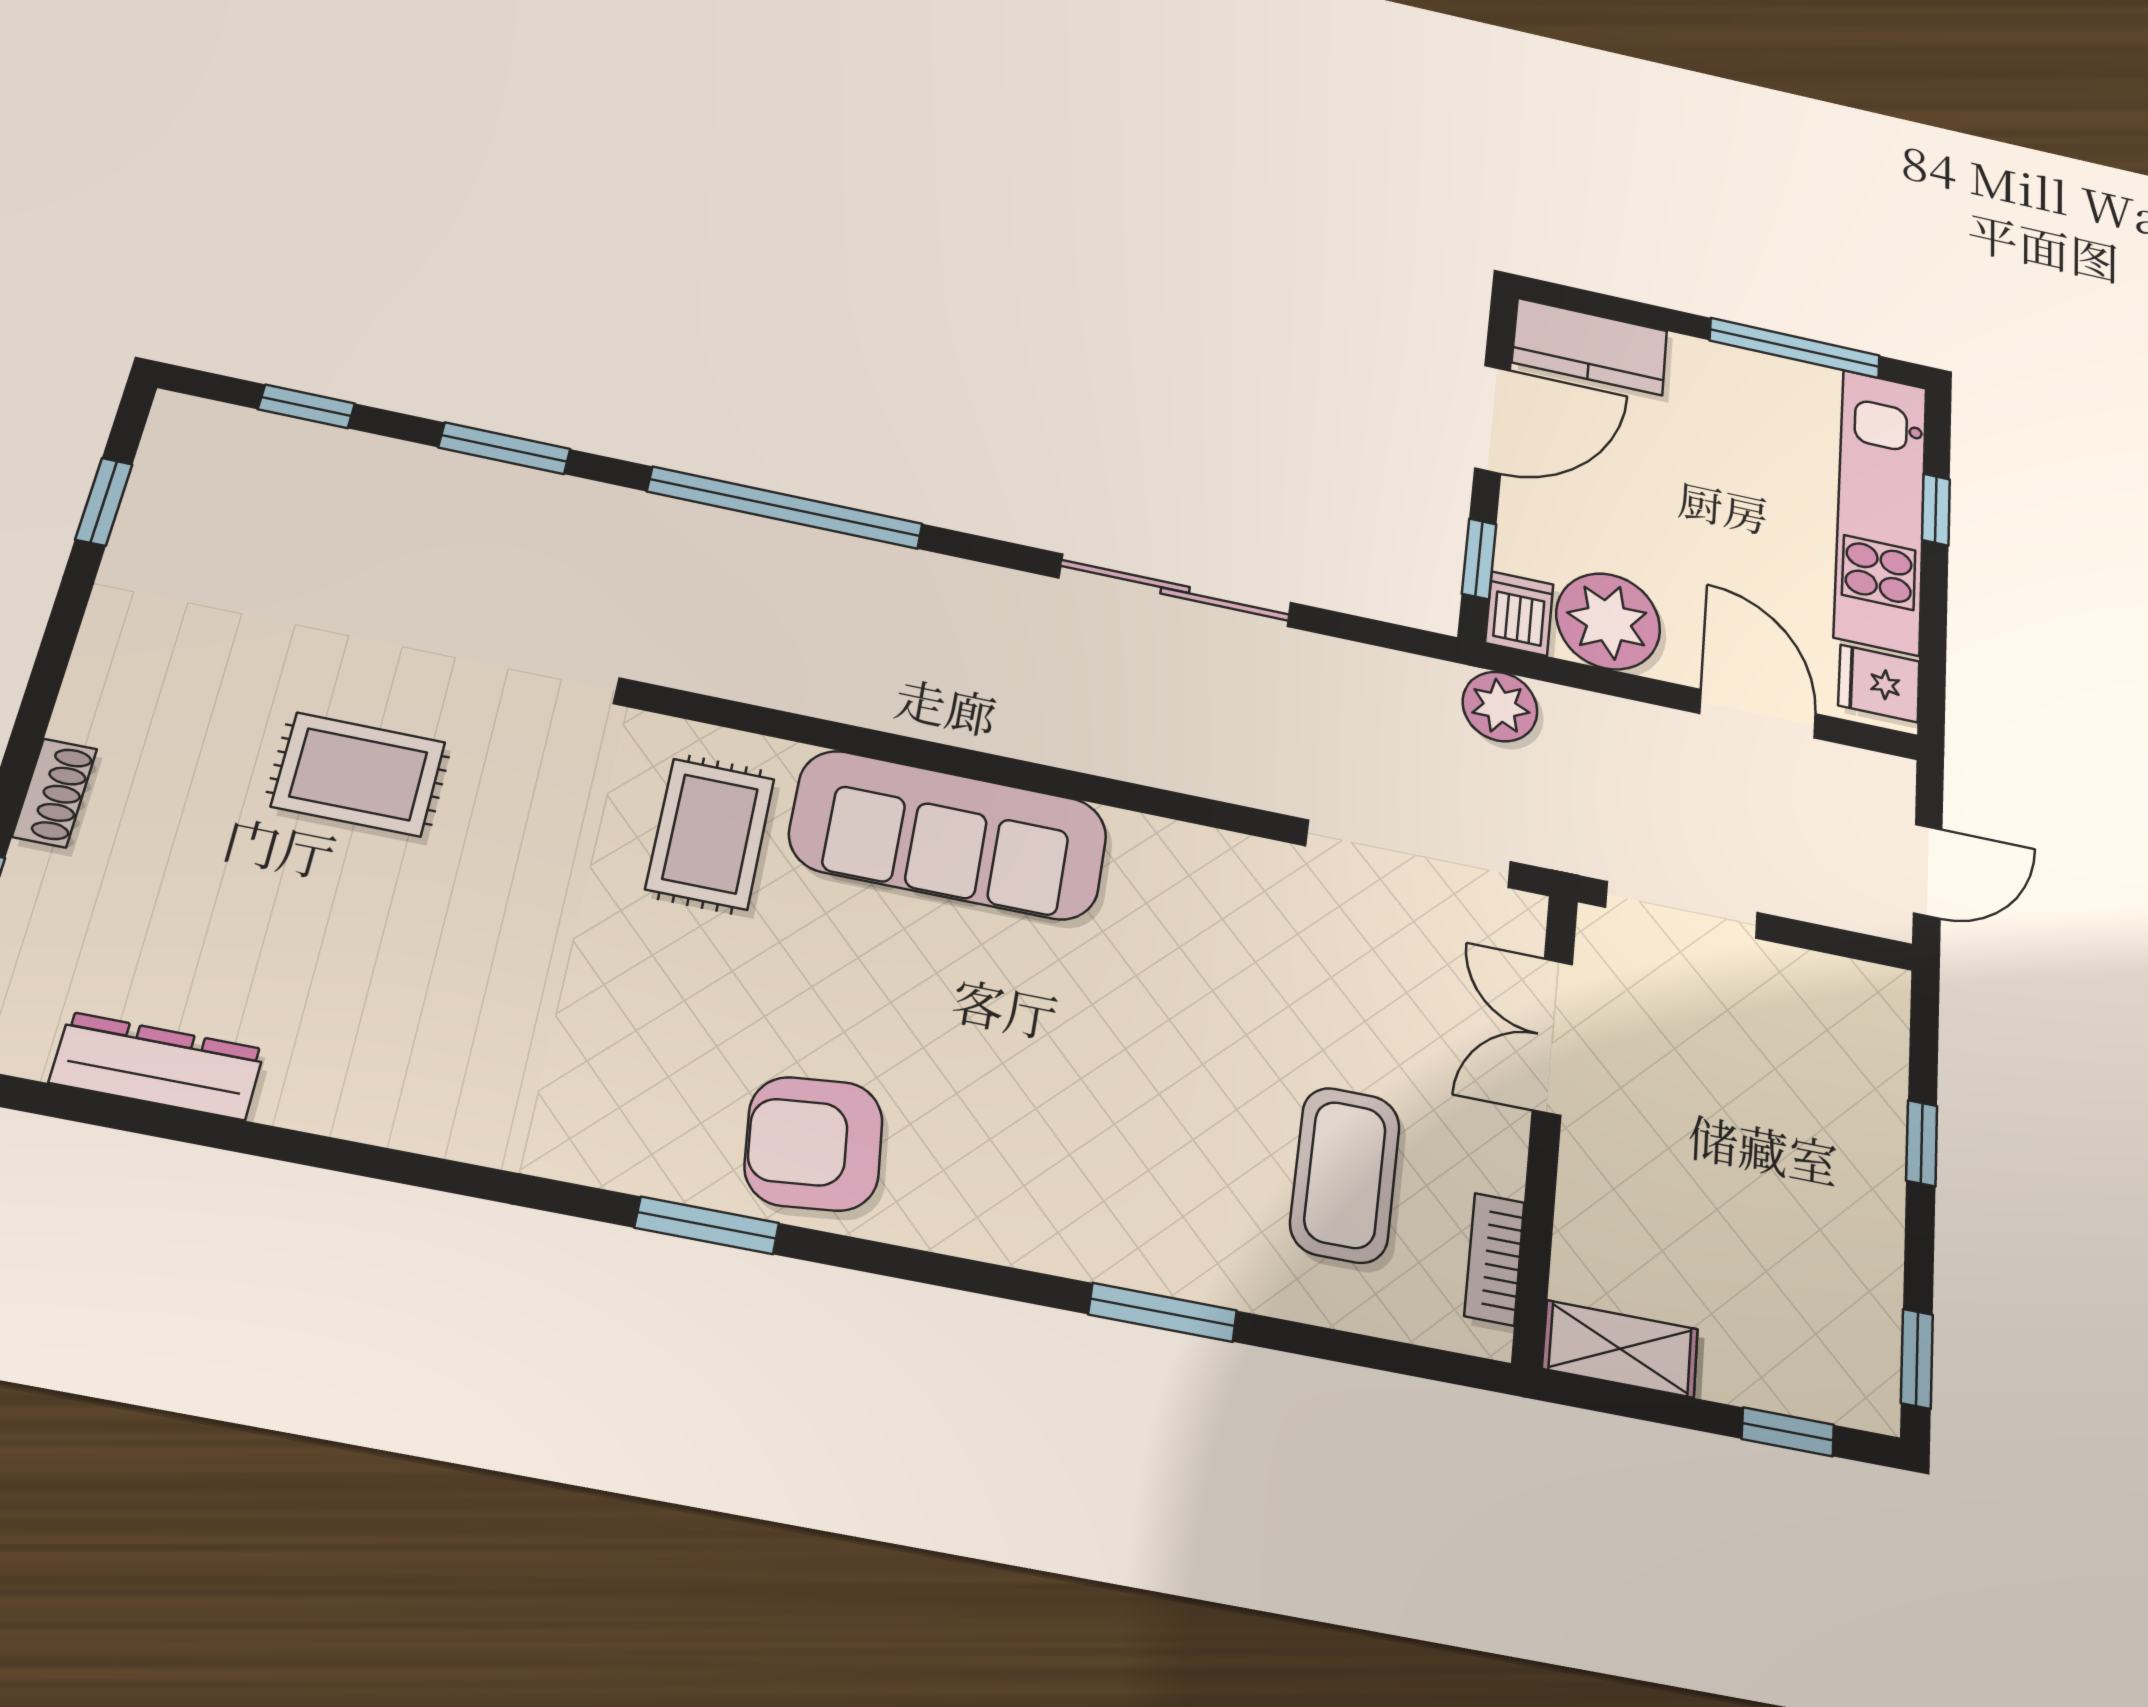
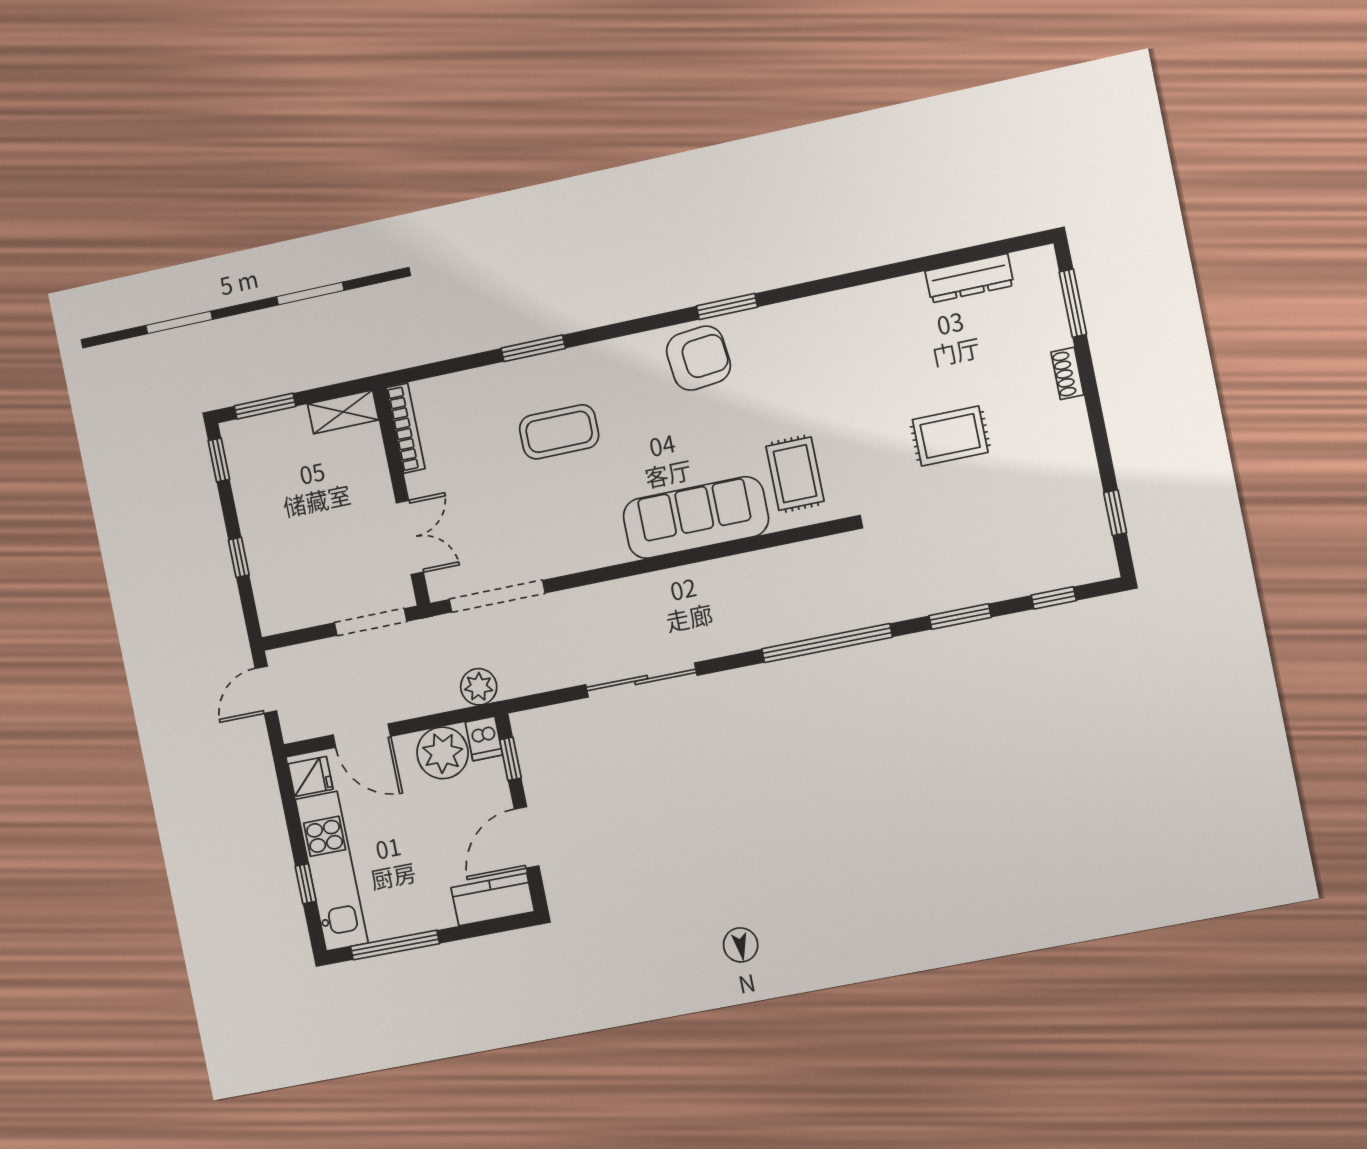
coffee table: (1345, 1175) -> (559, 432), moved, turned 90
bookcase: (1494, 1259) -> (406, 428), width x1.56
window: (1788, 1432) -> (265, 406), width x1.50

